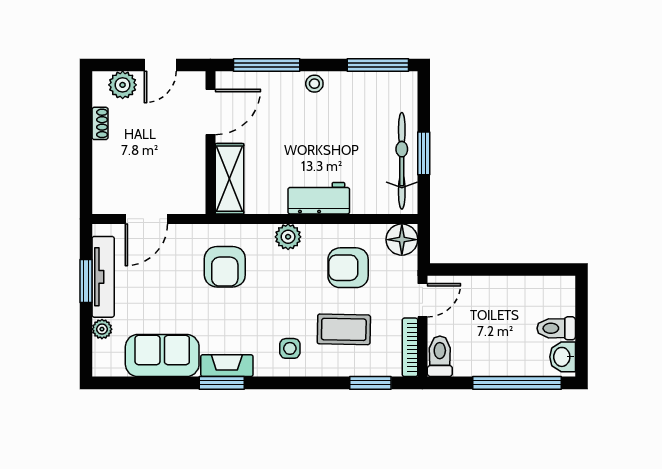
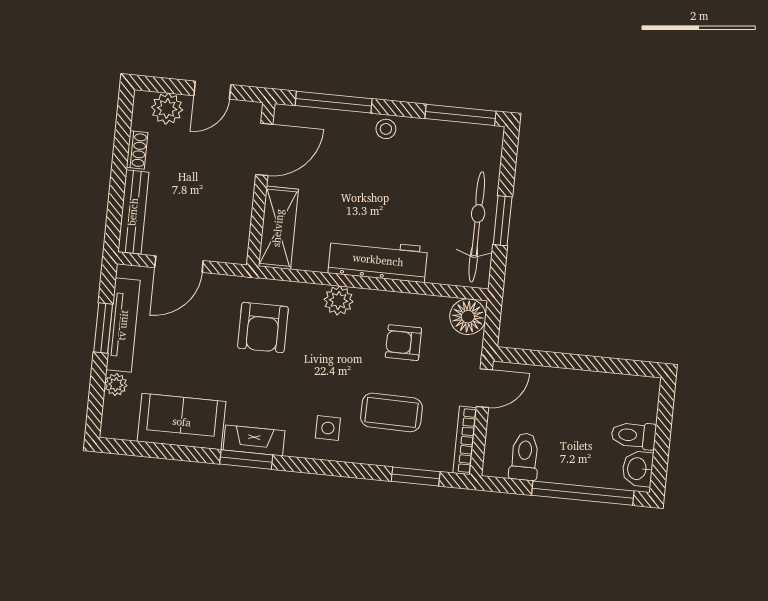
bench: (102, 178) -> (133, 212), added
workbench: (319, 198) -> (378, 260), width x1.38
armchair: (348, 268) -> (403, 343), width x0.72, depth x0.72
toilet: (440, 356) -> (524, 457), moved

